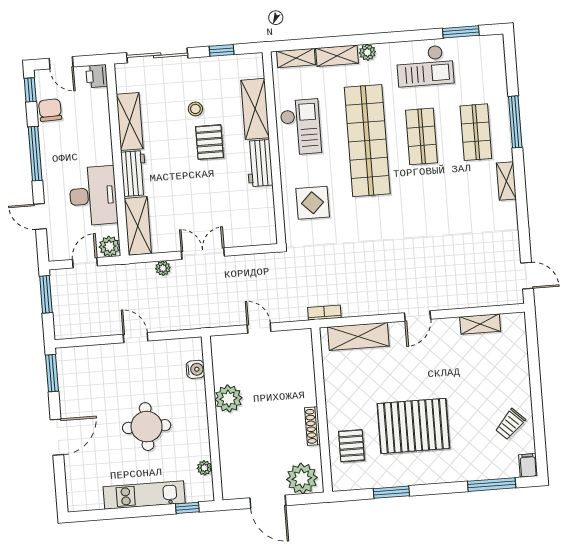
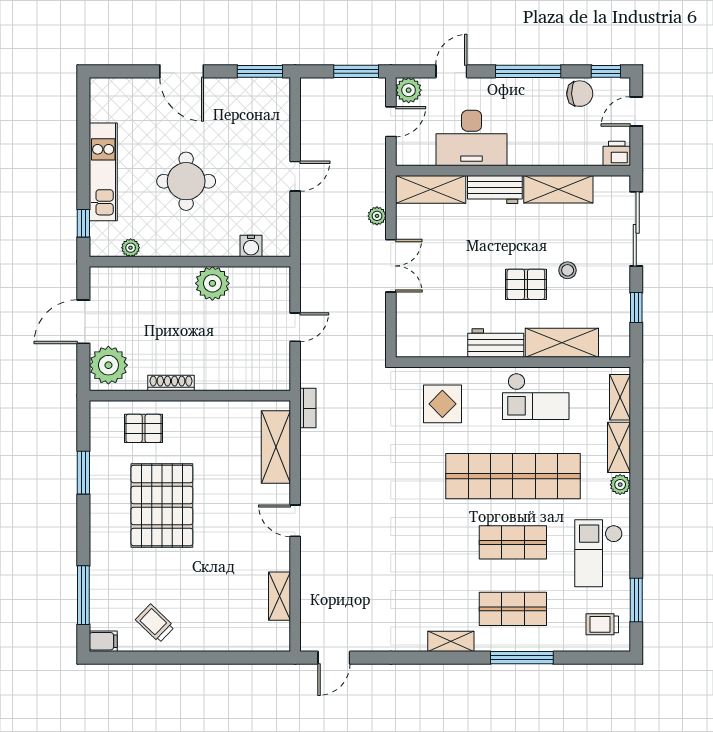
trolley: (483, 58) -> (602, 624), added
plant: (109, 246) -> (409, 90), moved
door: (85, 263) -> (391, 122), hinge flipped

